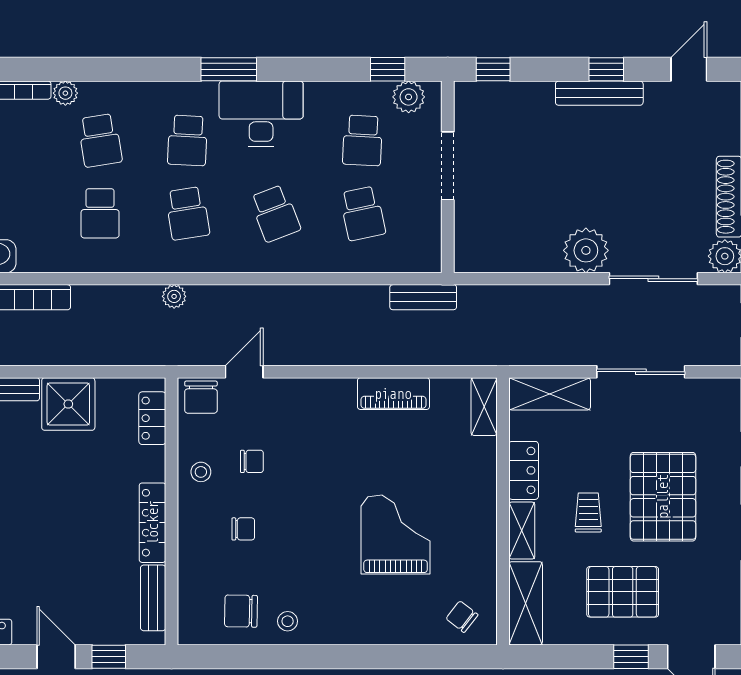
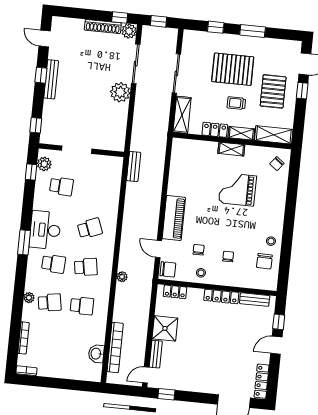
plant: (65, 93) -> (29, 298), moved
school desk: (363, 213) -> (94, 190), removed
piano: (393, 394) -> (174, 218), moved, width x1.37, depth x1.33
shelving: (484, 407) -> (231, 149), moved

